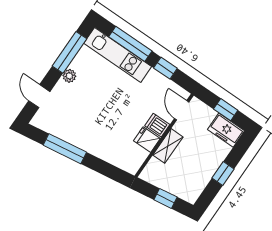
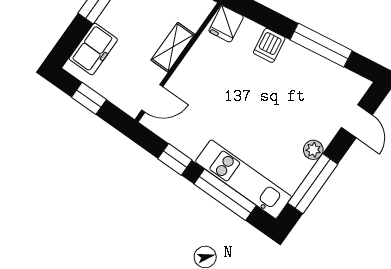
door: (182, 110) -> (152, 98), hinge flipped
dishwasher: (157, 125) -> (269, 45), moved, turned 82
freezer: (226, 130) -> (93, 49), moved, turned 90
fridge: (147, 140) -> (226, 24), moved, turned 82

